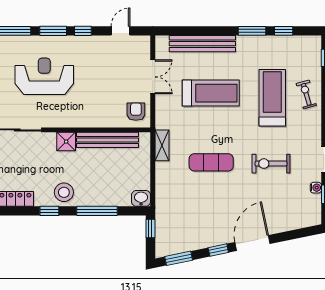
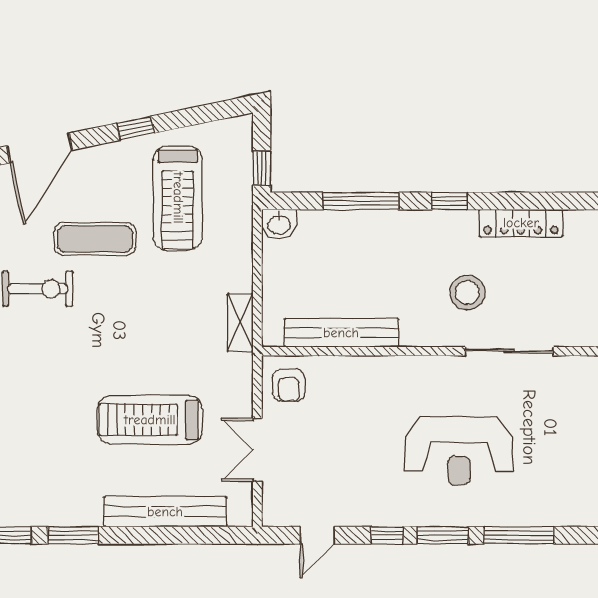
treadmill: (272, 98) -> (178, 198), moved
shower: (66, 142) -> (418, 330), removed
exercise mat: (211, 162) -> (95, 239), moved
stool: (64, 192) -> (467, 292), moved
door: (253, 243) -> (40, 148), moved
window: (179, 258) -> (209, 113), removed

